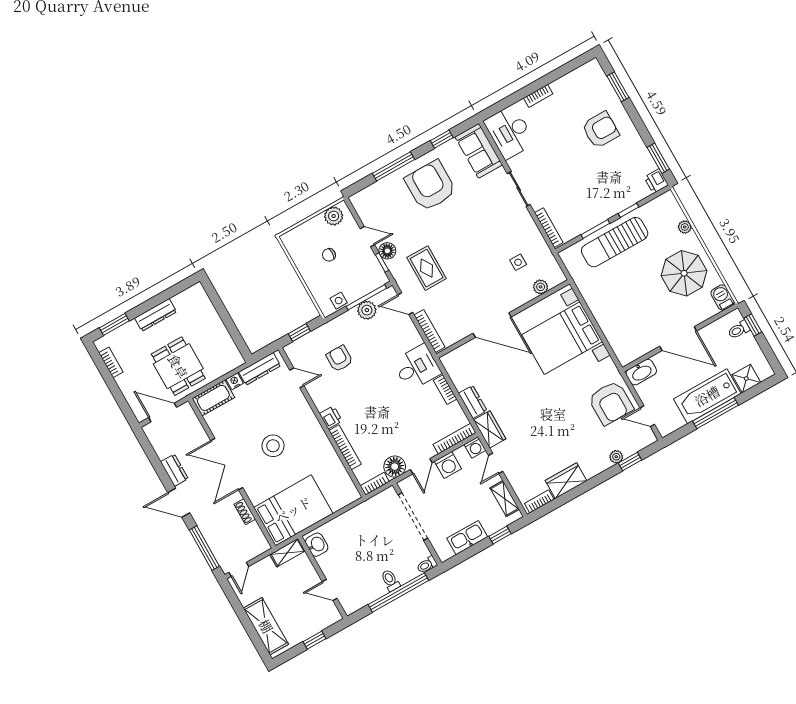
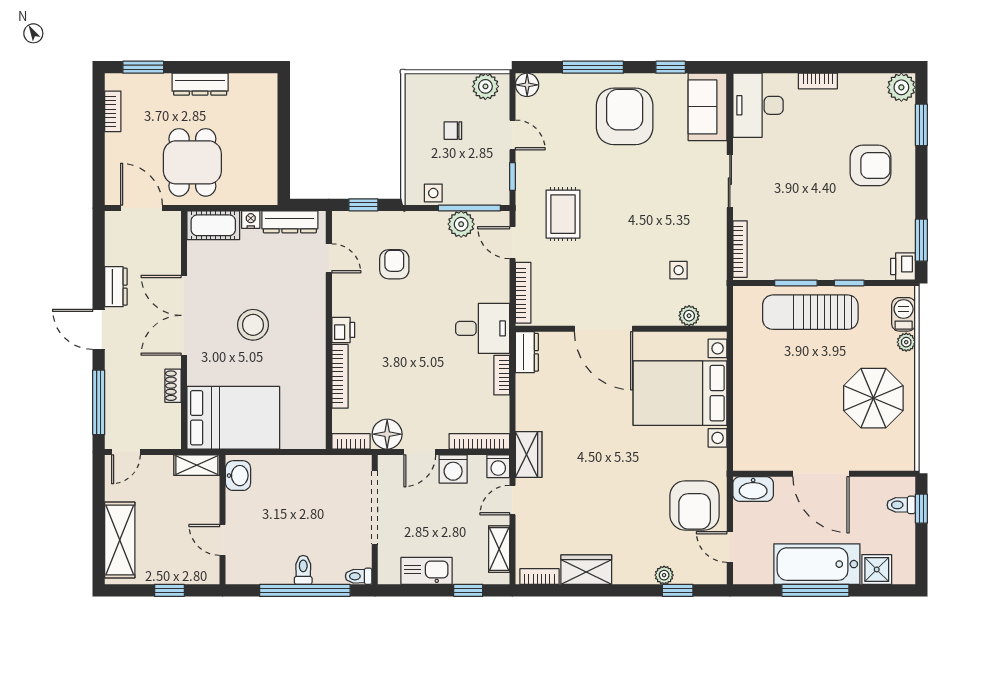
plant: (592, 70) -> (901, 87), added
floor lamp: (387, 251) -> (527, 85), moved
barbecue: (722, 298) -> (904, 314), moved
dresser: (473, 402) -> (527, 352), moved

